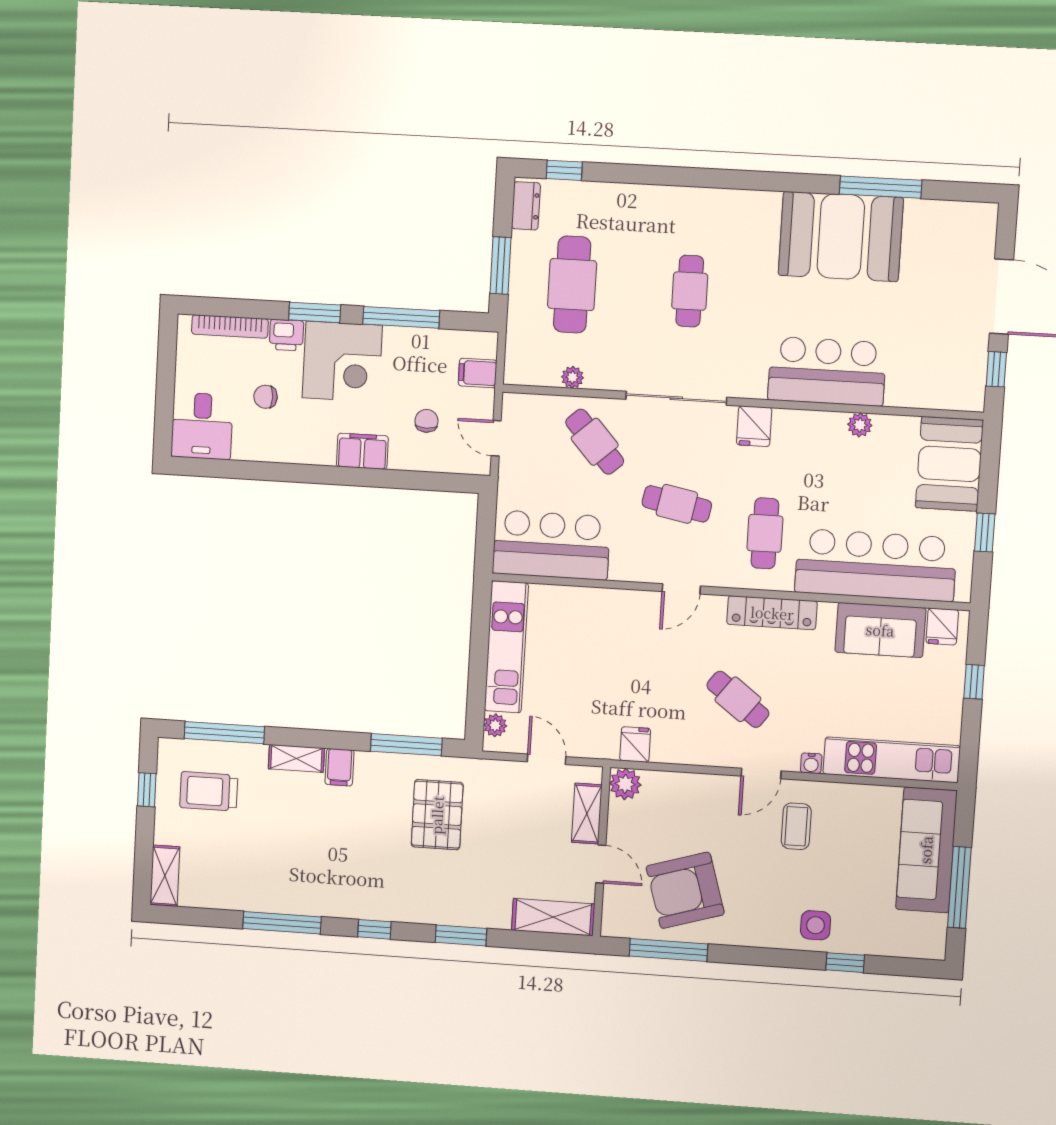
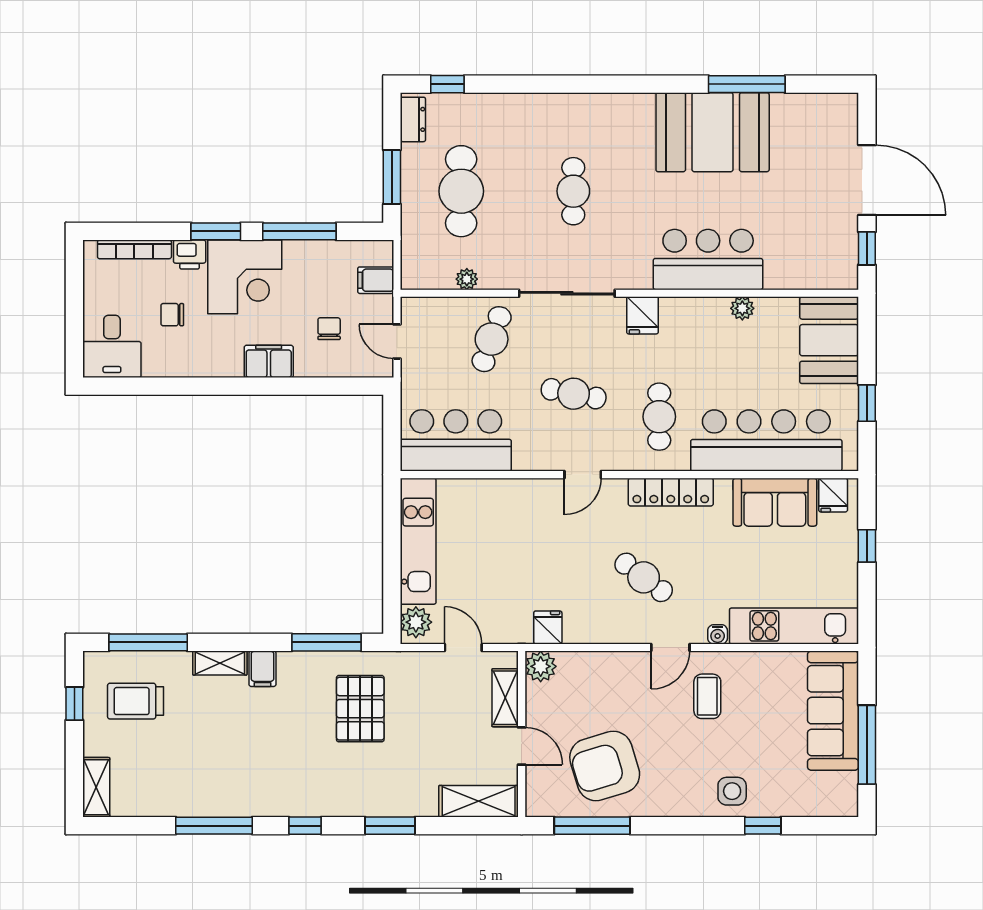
cafe table: (595, 442) -> (492, 339), turned 62
plant: (495, 725) -> (416, 622), width x1.38, depth x1.38

